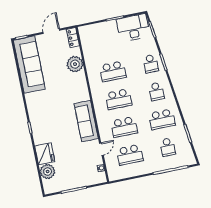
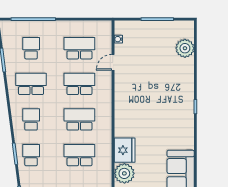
sofa: (86, 121) -> (125, 101), removed
fridge: (45, 154) -> (125, 150), moved, turned 180

